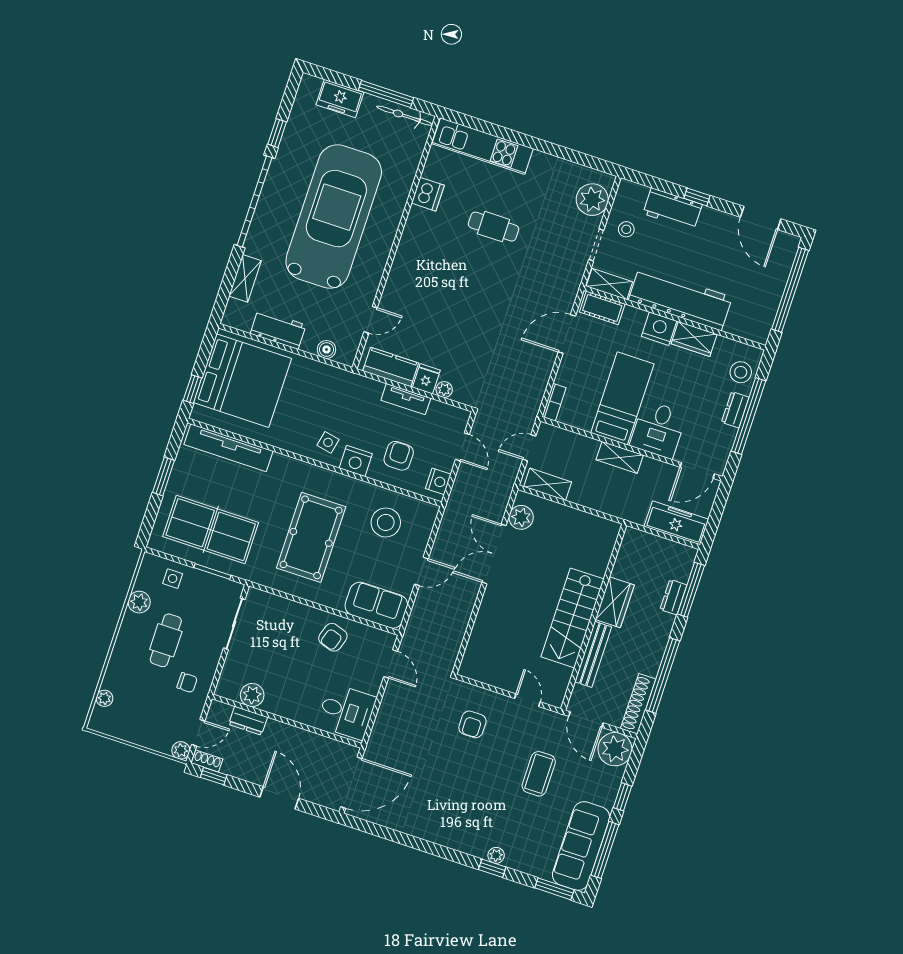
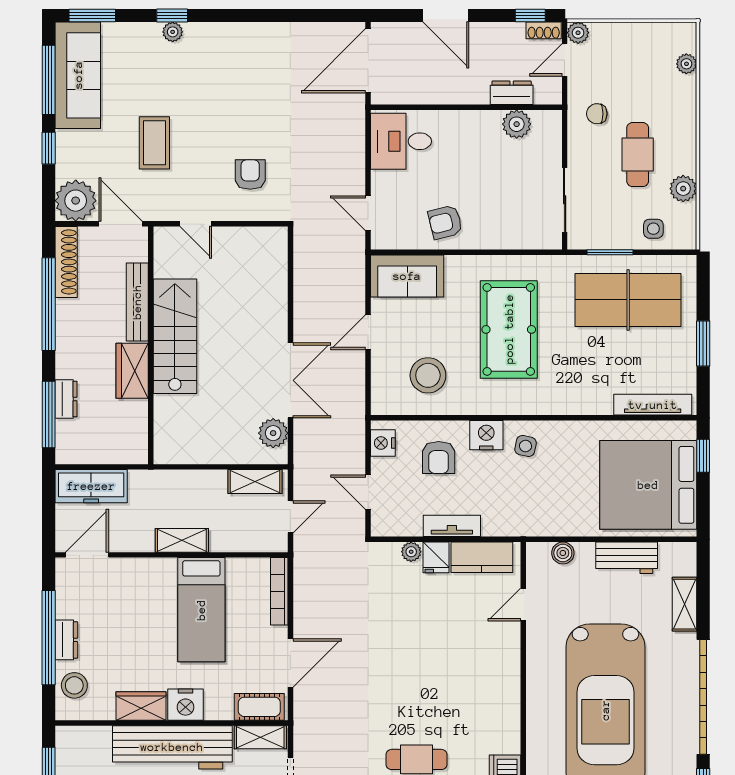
bookcase: (554, 402) -> (279, 591), width x1.56
desk: (658, 429) -> (148, 587), removed
tv unit: (229, 448) -> (653, 405), width x0.73, depth x0.78
armchair: (333, 637) -> (445, 222), turned -122

